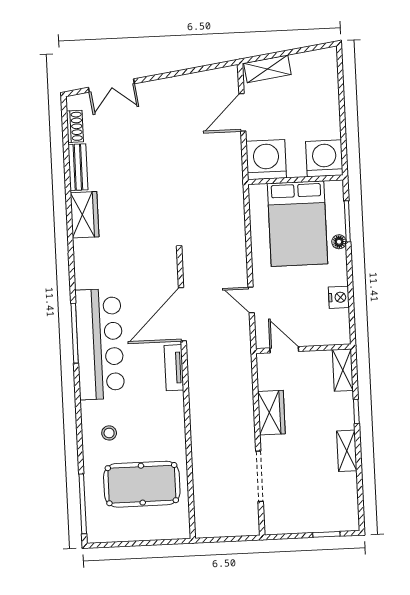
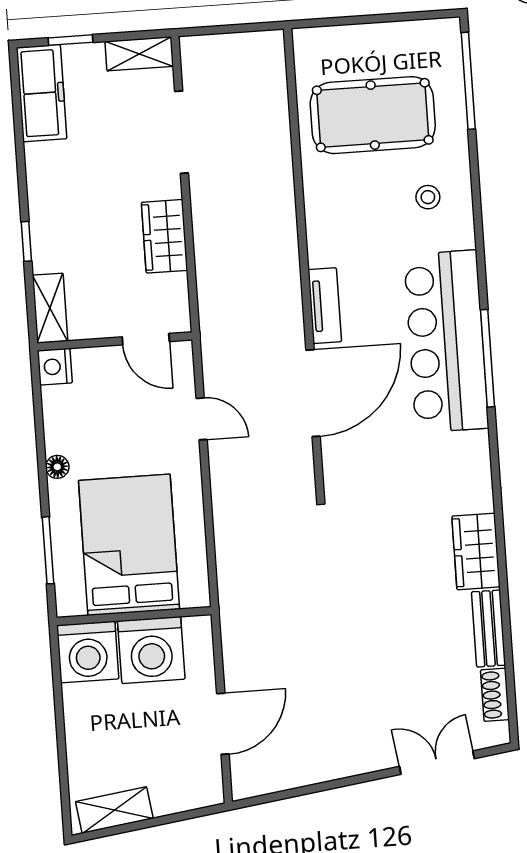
shelving: (267, 69) -> (114, 810), moved
washing machine: (266, 160) -> (151, 650), moved
floor lamp: (339, 242) -> (57, 467), moved
nightstand: (339, 297) -> (55, 367), moved
shelving: (347, 451) -> (139, 54), moved, turned 90
freezer: (345, 502) -> (42, 93), added

